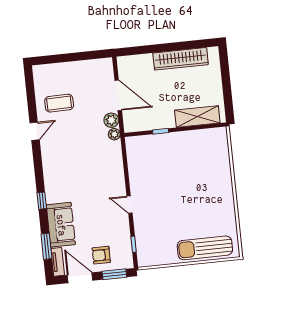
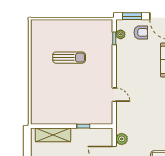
plant: (114, 134) -> (121, 34), moved
door: (129, 205) -> (114, 95), moved
sun lounger: (205, 248) -> (69, 58), moved, width x0.73, depth x0.75

